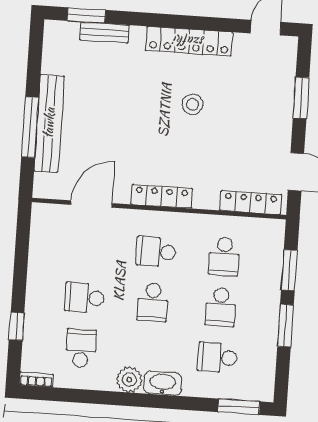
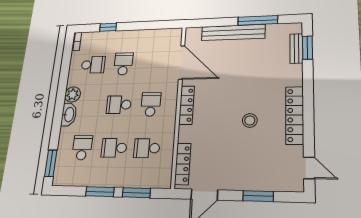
bench: (104, 33) -> (296, 48), moved
window: (30, 127) -> (258, 20), moved
door: (91, 204) -> (182, 62), width x1.36

